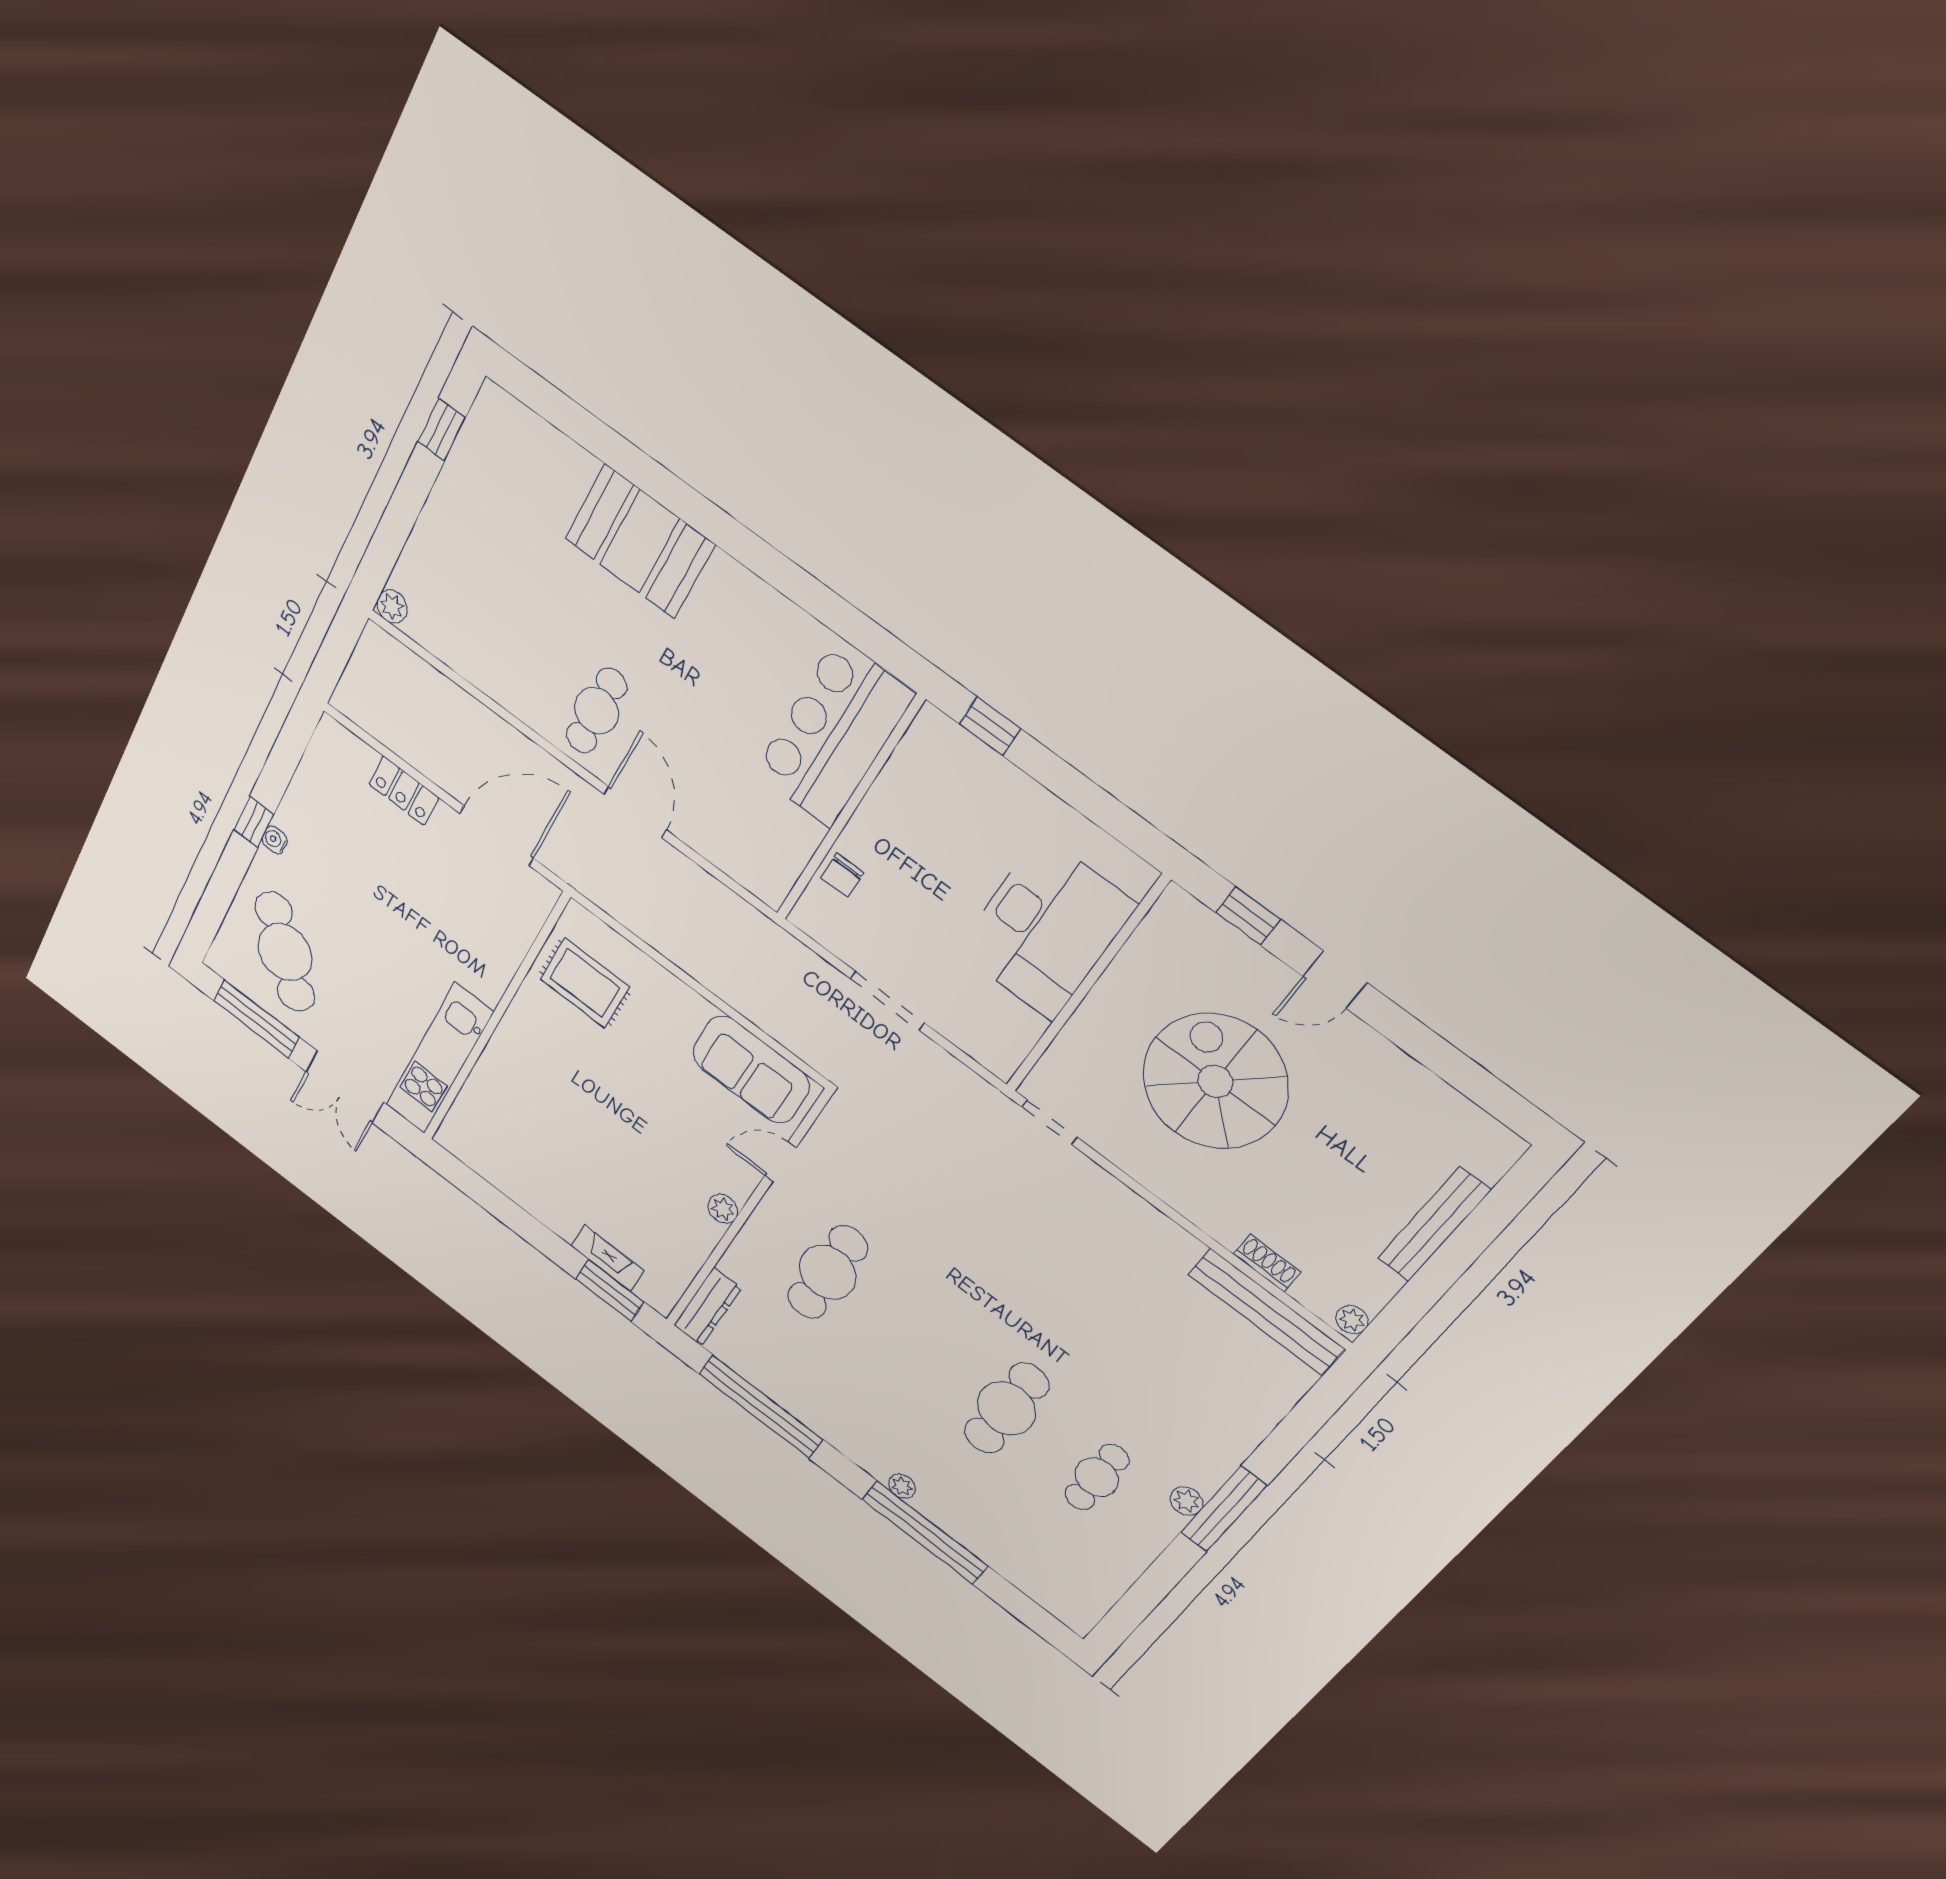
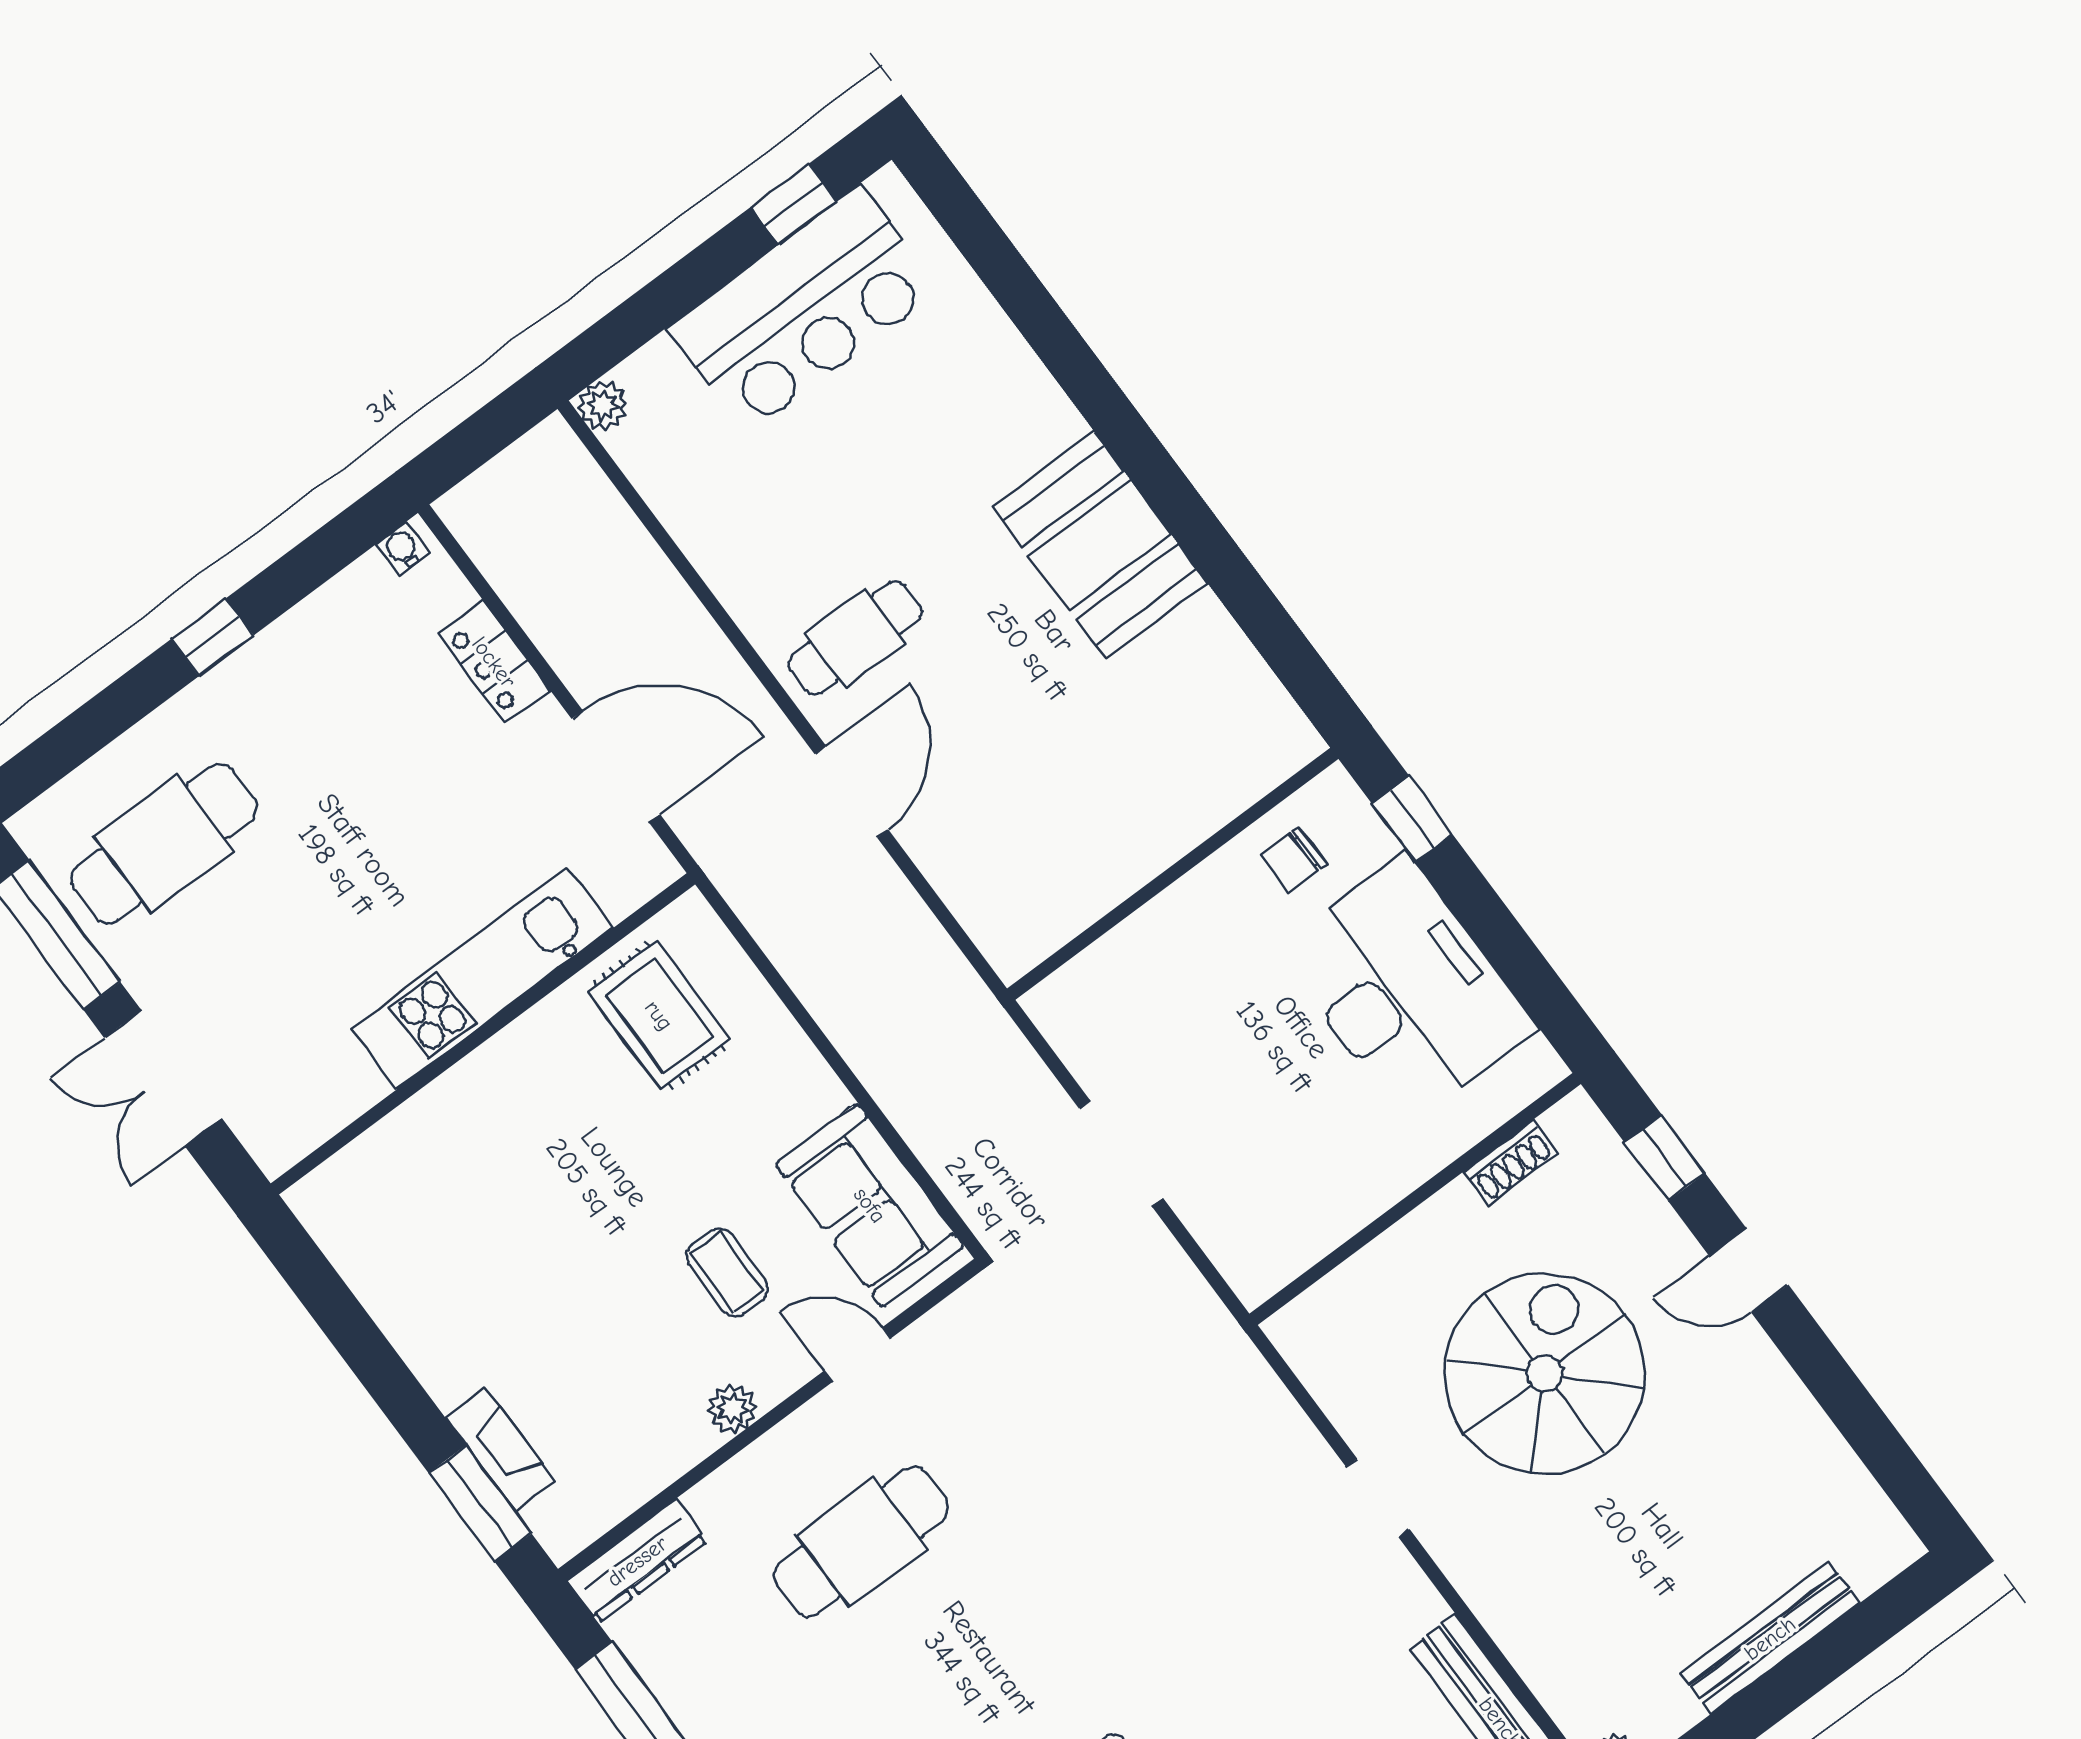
booth: (640, 542) -> (1100, 545), moved
bar counter: (833, 734) -> (803, 310), moved, turned 180
water cooler: (275, 840) -> (403, 549), moved
chair: (842, 875) -> (1294, 860), moved
desk: (1046, 928) -> (1406, 989), moved, turned -90
cafe table: (285, 952) -> (164, 844), turned 42
kitchen unit: (439, 1059) -> (482, 978), moved
doorway: (1049, 1122) -> (1378, 1498), moved
coffee table: (687, 1129) -> (727, 1272), added
shoe rack: (1267, 1263) -> (1511, 1163), moved, turned 90

